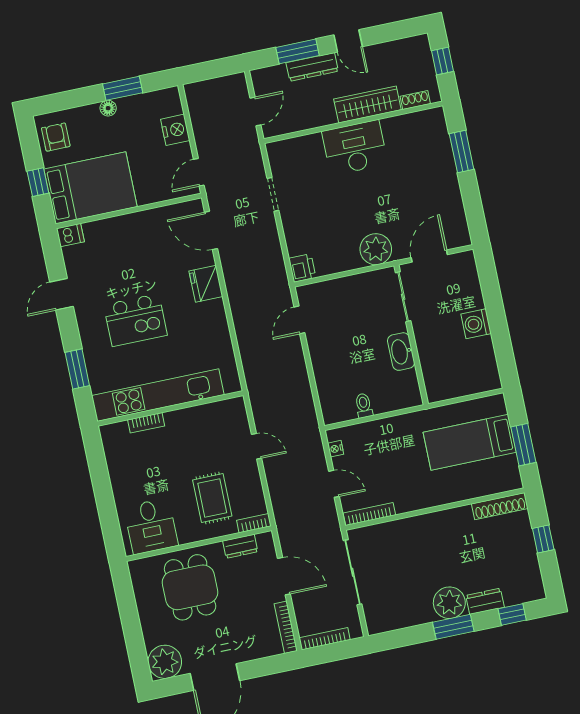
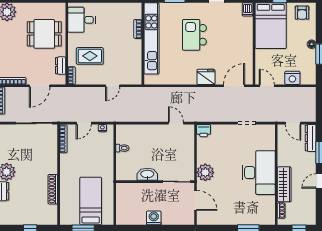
dresser: (312, 67) -> (311, 138), moved
armchair: (56, 137) -> (302, 13), turned 90
desk: (355, 148) -> (259, 173), width x1.36, depth x1.30
shoe rack: (500, 506) -> (53, 189), moved

